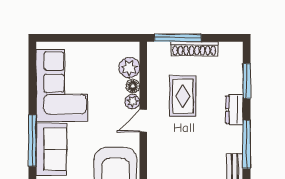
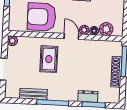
rug: (183, 96) -> (49, 59), moved, turned 90
dresser: (234, 110) -> (88, 96), moved

